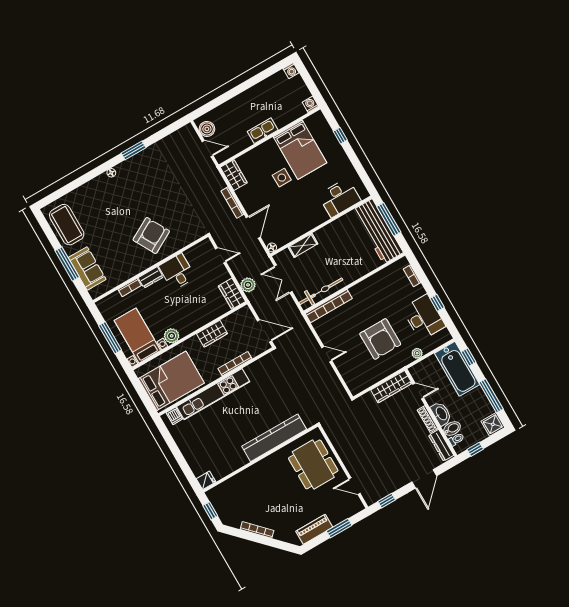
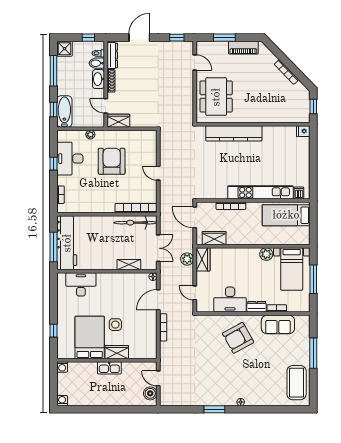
wardrobe: (234, 175) -> (117, 352), moved, turned 90
sofa: (87, 268) -> (278, 324), moved, turned -90
desk: (177, 272) -> (230, 300), width x1.37
wardrobe: (212, 334) -> (214, 238), moved
bathtub: (457, 369) -> (64, 111), width x0.73, depth x0.73
bed: (171, 381) -> (286, 215), width x0.67
wardrobe: (391, 387) -> (118, 121), width x0.67

